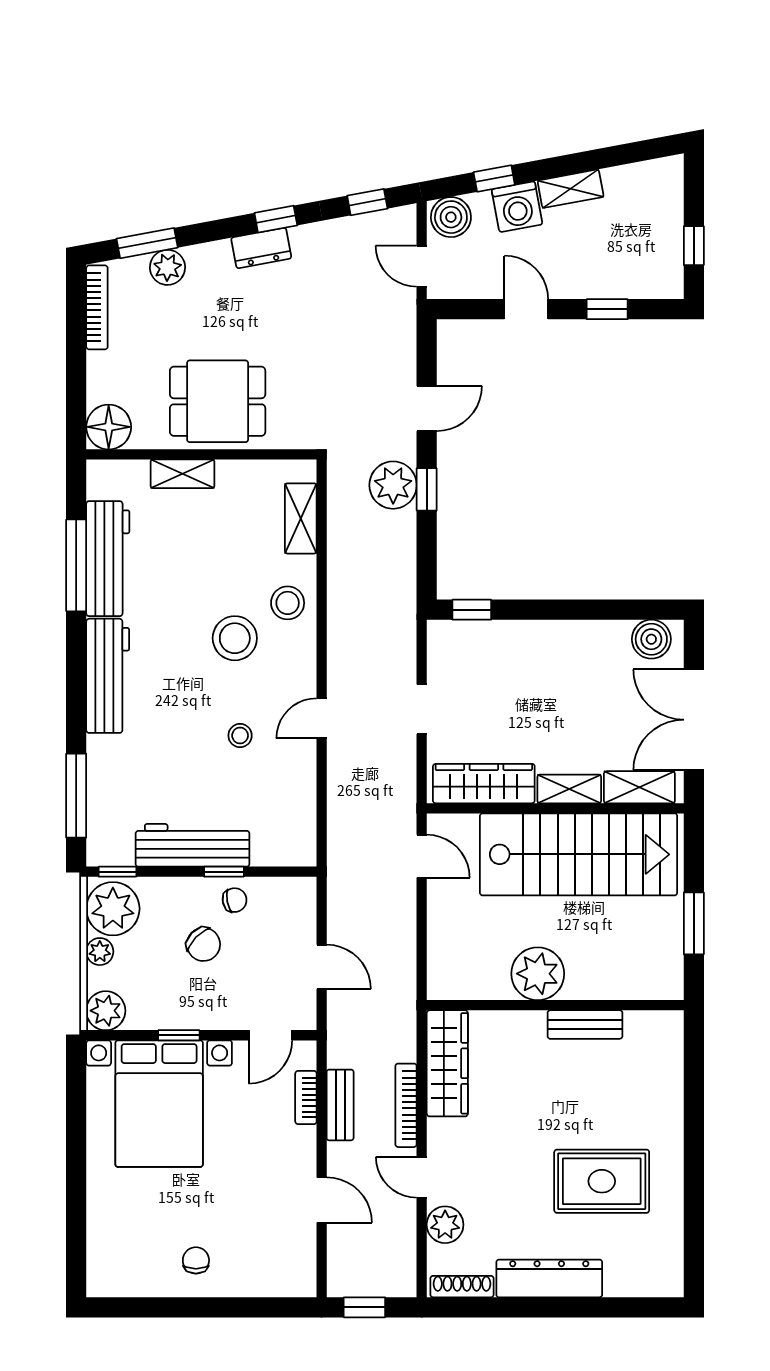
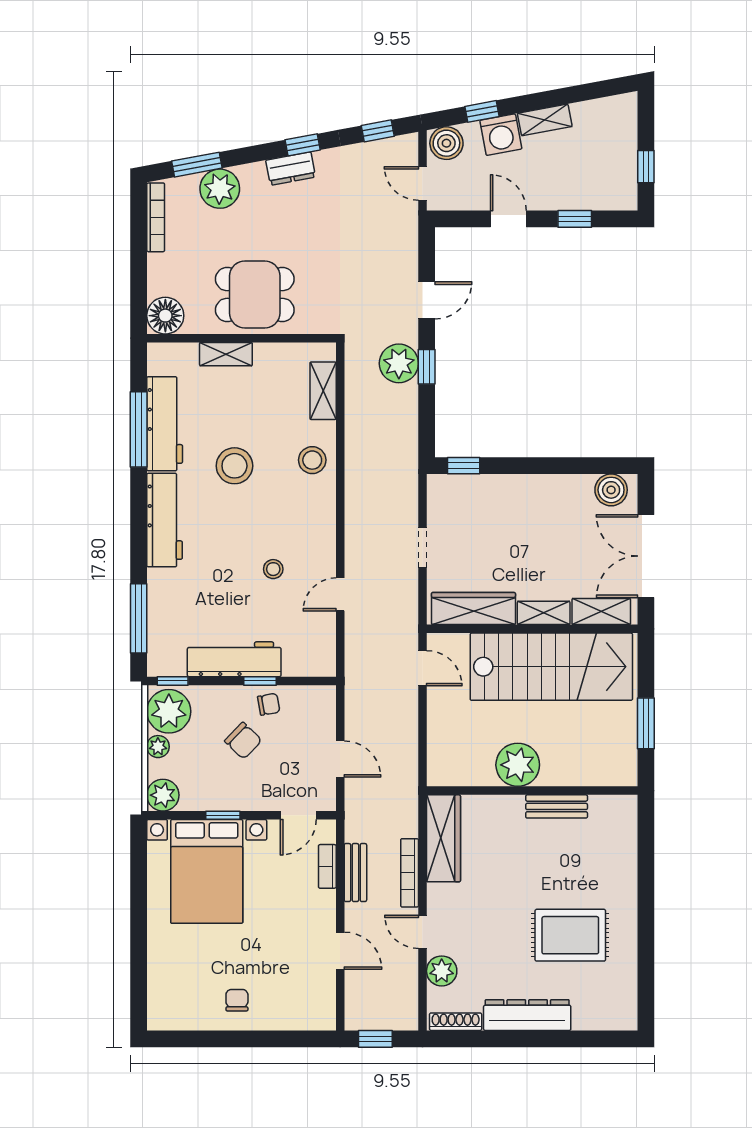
plant: (167, 267) -> (220, 189), width x1.36, depth x1.36
stool: (235, 638) -> (234, 466), moved
door: (322, 718) -> (340, 594), moved

